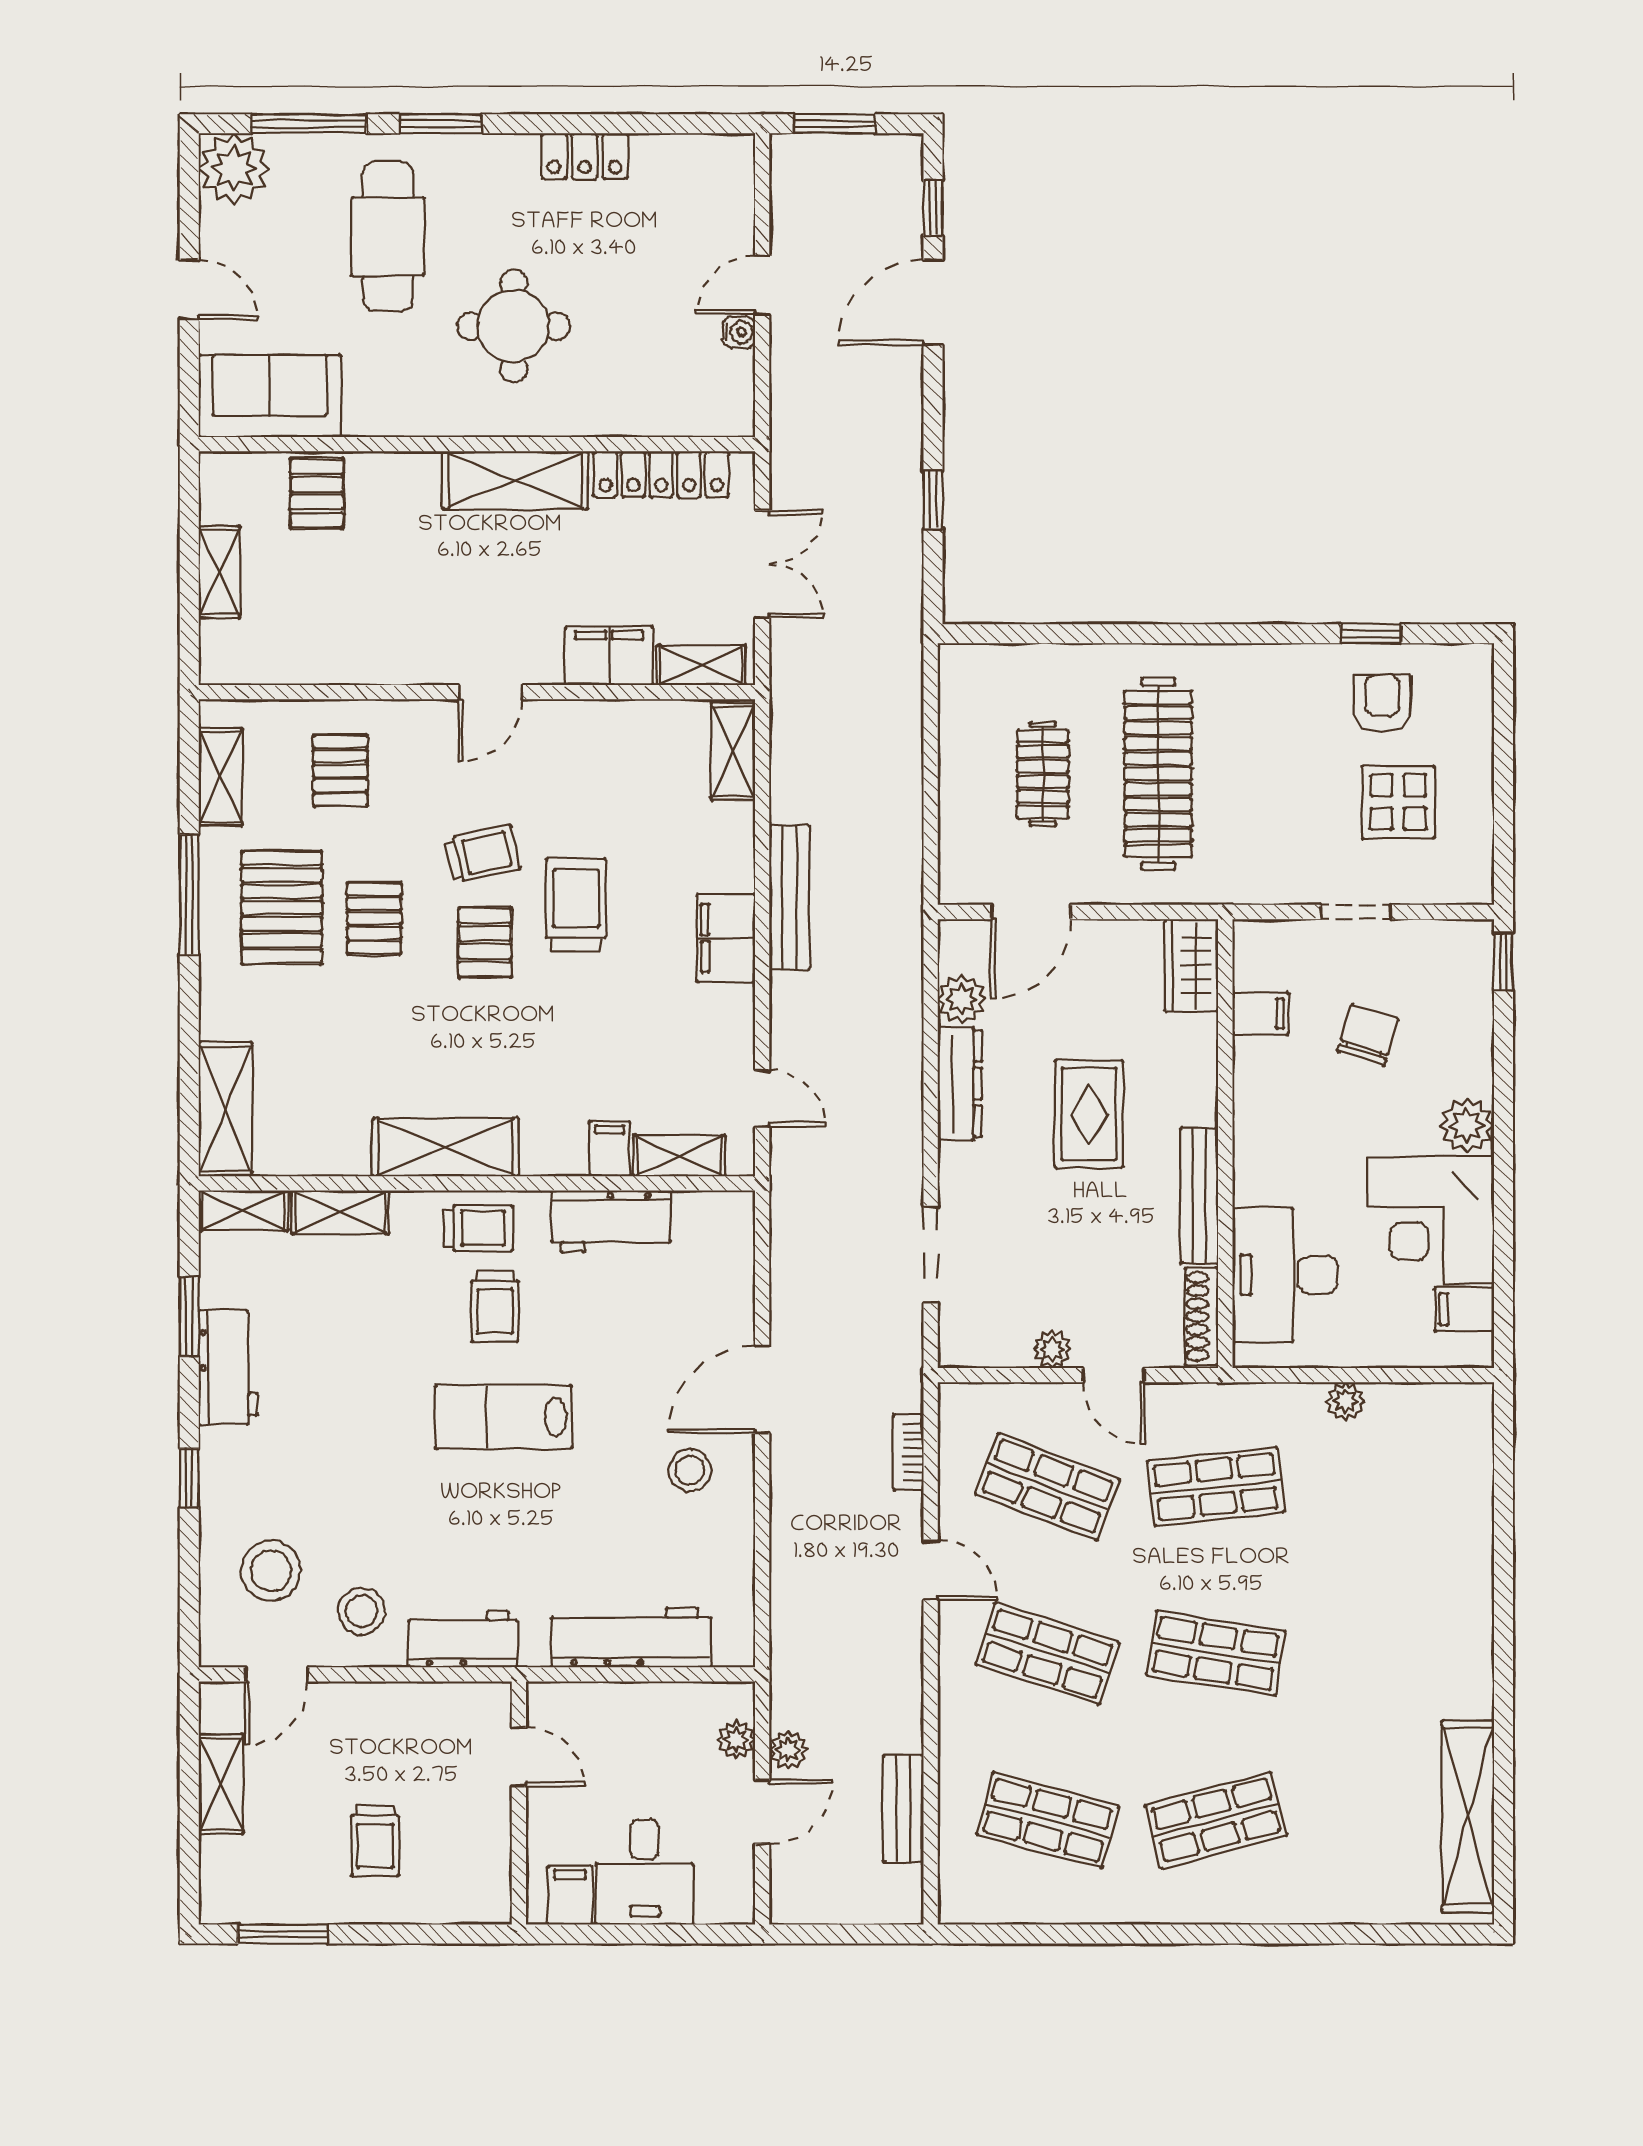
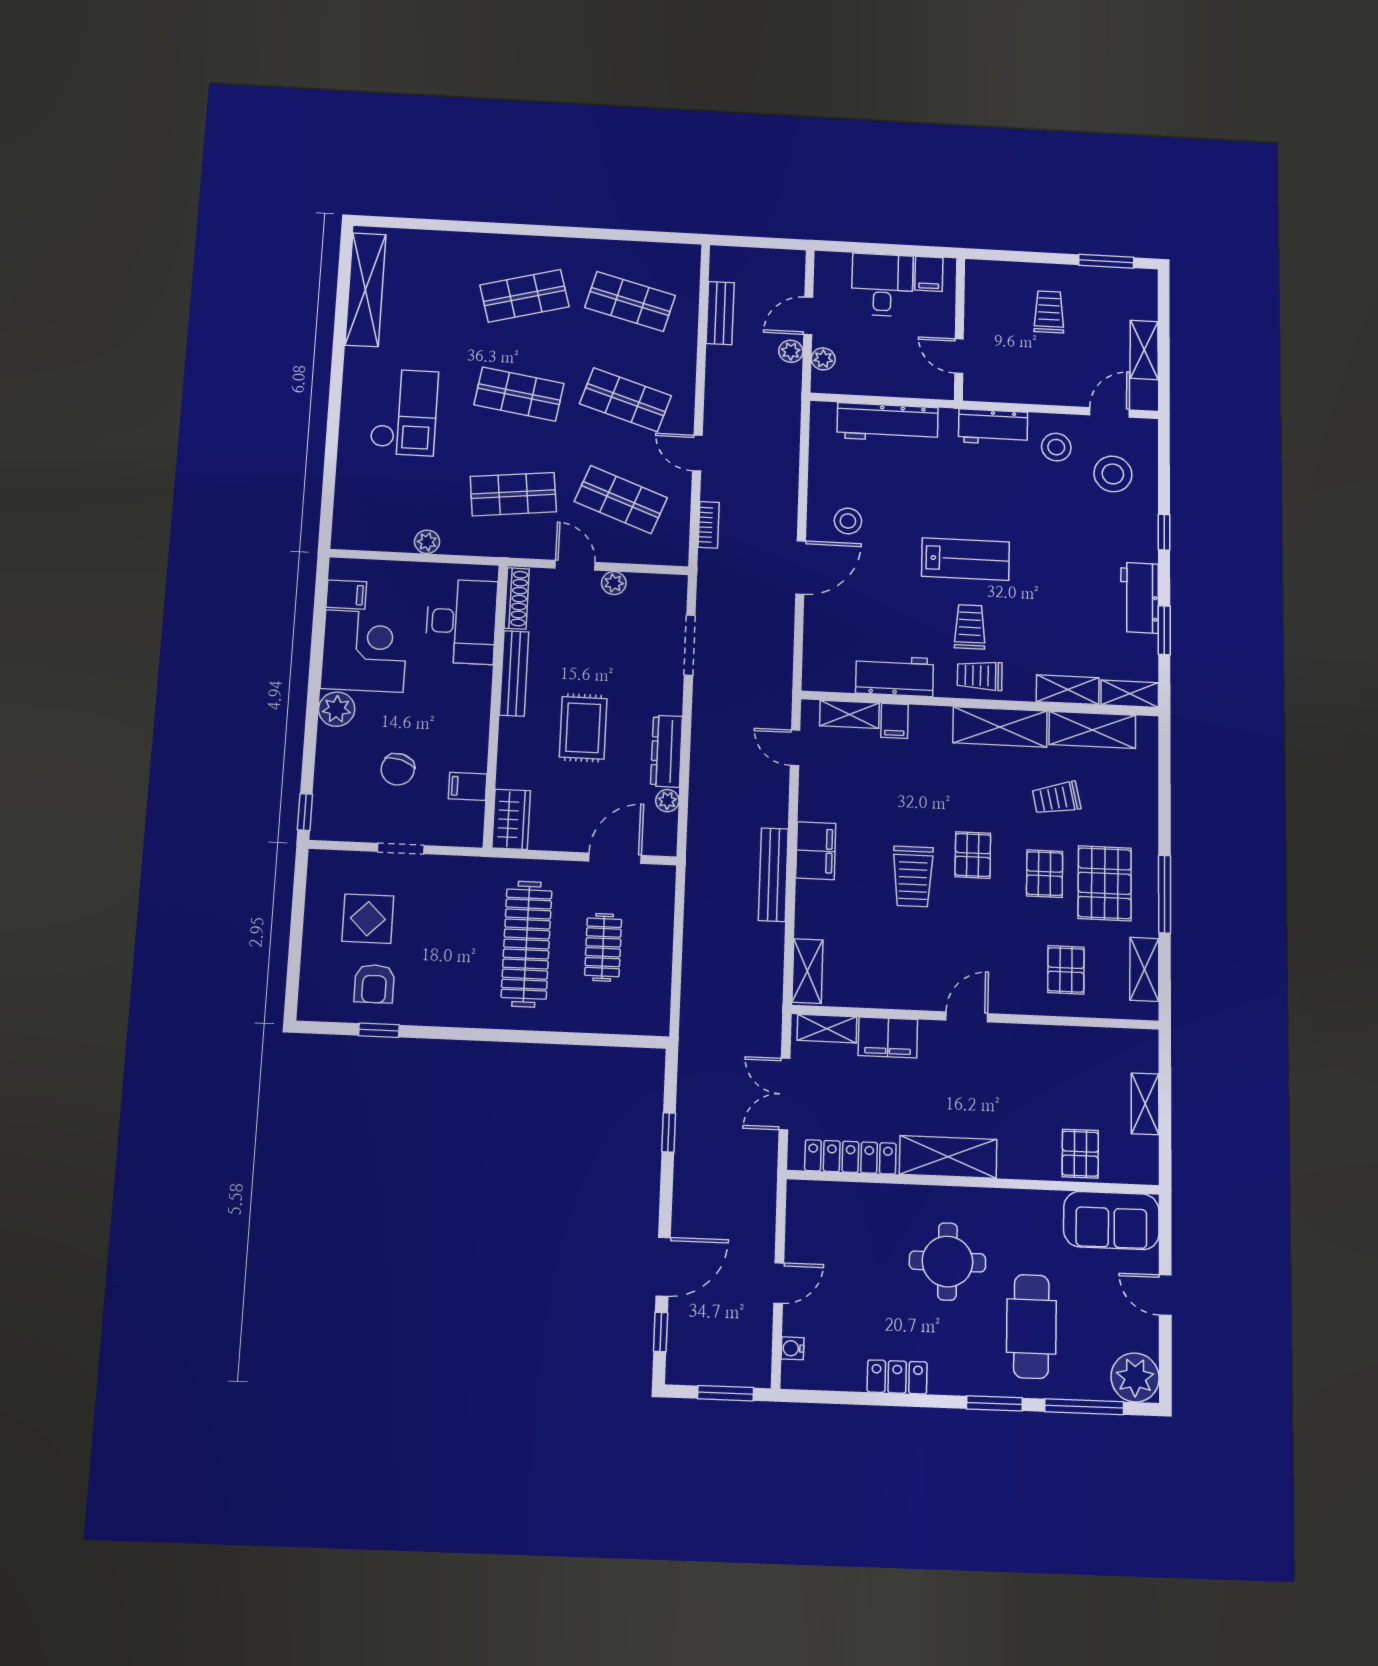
water cooler: (739, 332) -> (793, 1348), moved
trolley: (482, 854) -> (1056, 798), moved
plant: (962, 999) -> (667, 801), width x0.73, depth x0.73
shelving: (225, 1109) -> (1092, 730), moved, turned 90
checkout: (1394, 1613) -> (404, 412), added

